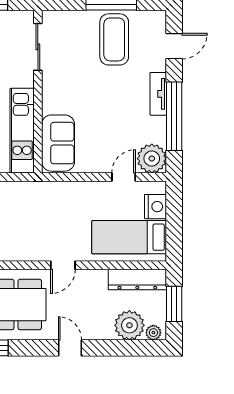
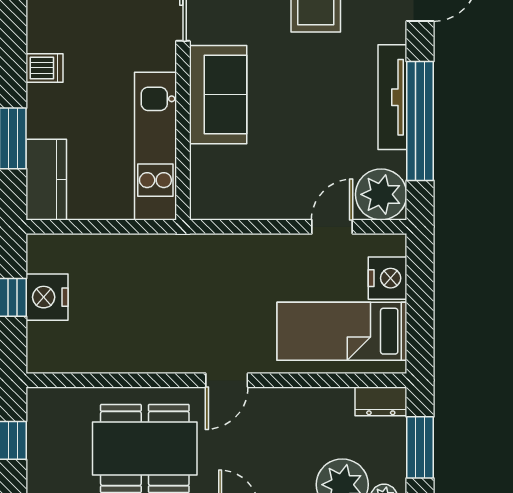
tv unit: (158, 94) -> (392, 97), width x1.41
sofa: (58, 143) -> (218, 95), moved
dresser: (137, 280) -> (381, 401), width x0.51, depth x0.80

